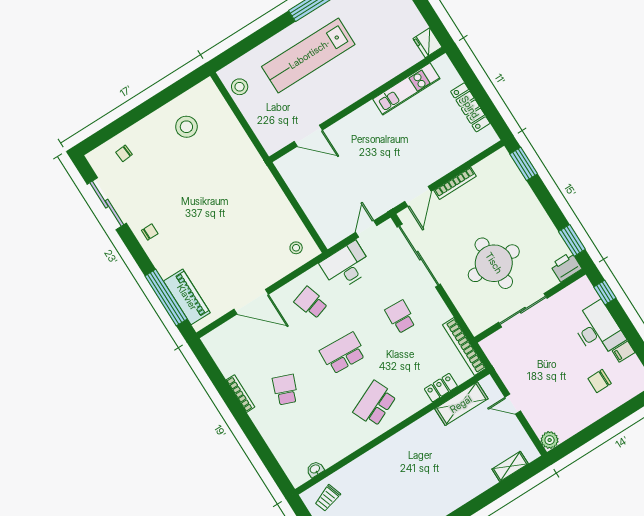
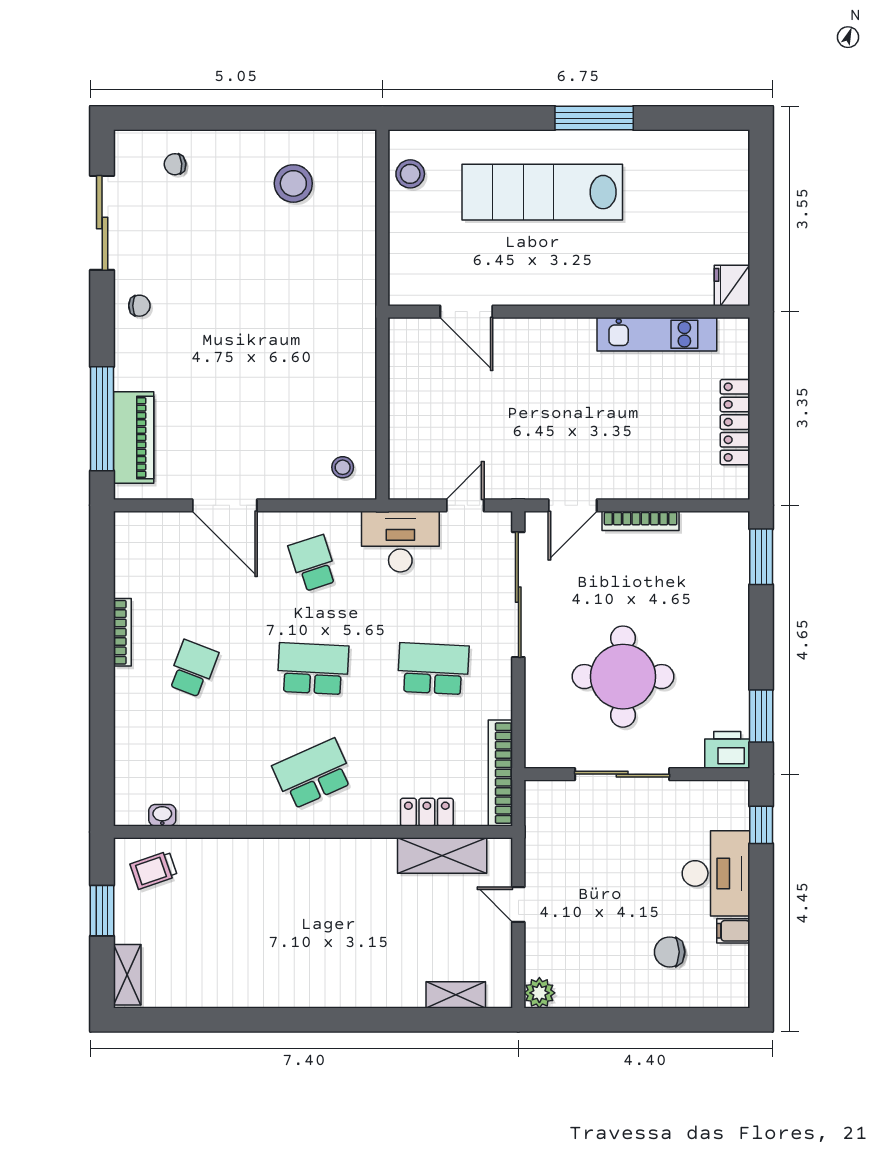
school desk: (400, 317) -> (433, 669), width x1.85

